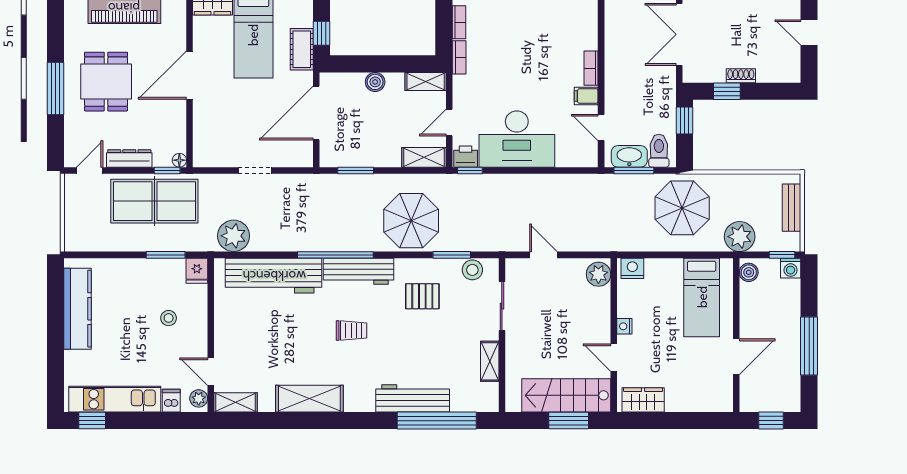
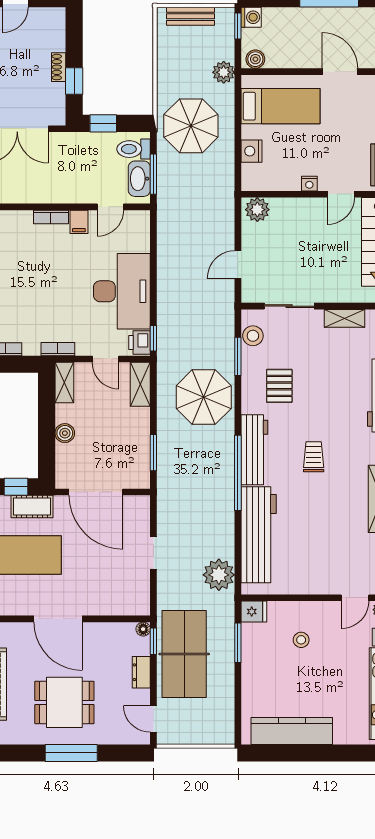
bookcase: (459, 57) -> (58, 349), moved
dresser: (129, 158) -> (141, 672), width x0.70
plant: (740, 237) -> (224, 72), width x0.73, depth x0.73
nightstand: (632, 268) -> (251, 151), moved

